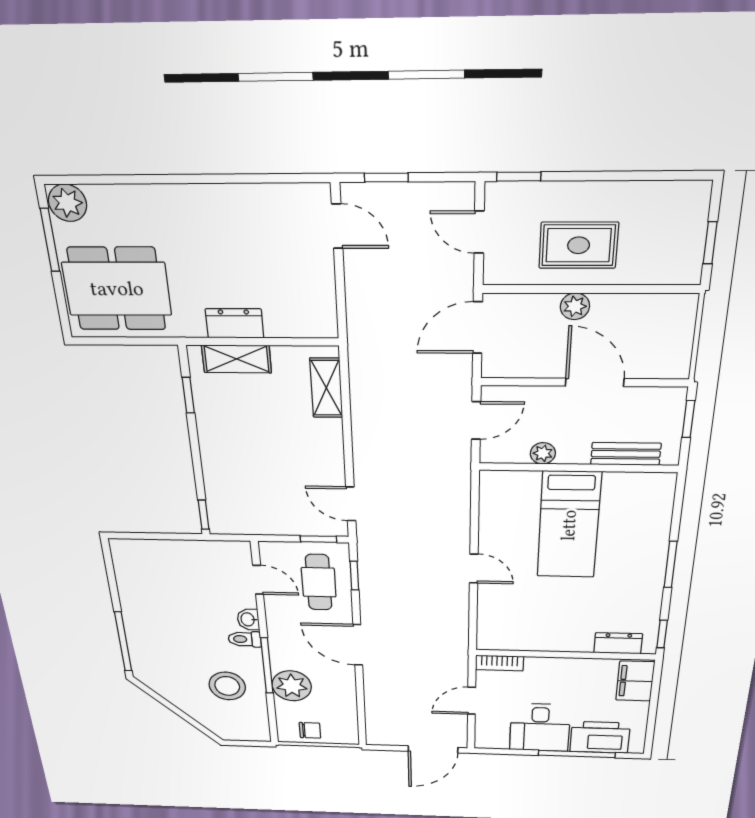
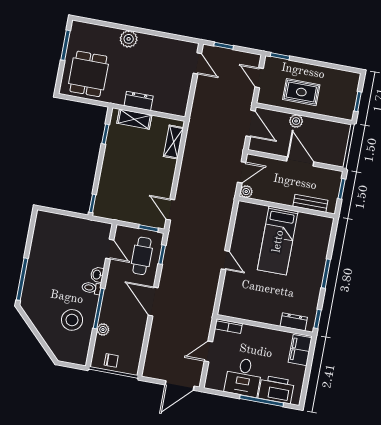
plant: (68, 203) -> (129, 39), moved
dining table: (117, 289) -> (88, 74), width x0.73
door: (478, 328) -> (251, 124), swing flipped
plant: (543, 453) -> (246, 192), moved
plant: (292, 686) -> (103, 330), width x0.53, depth x0.53

